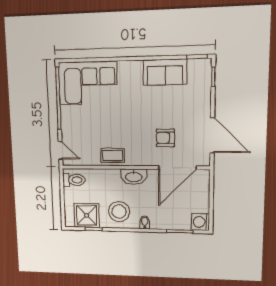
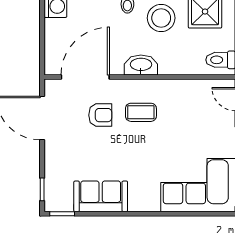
coffee table: (113, 155) -> (141, 112), moved

